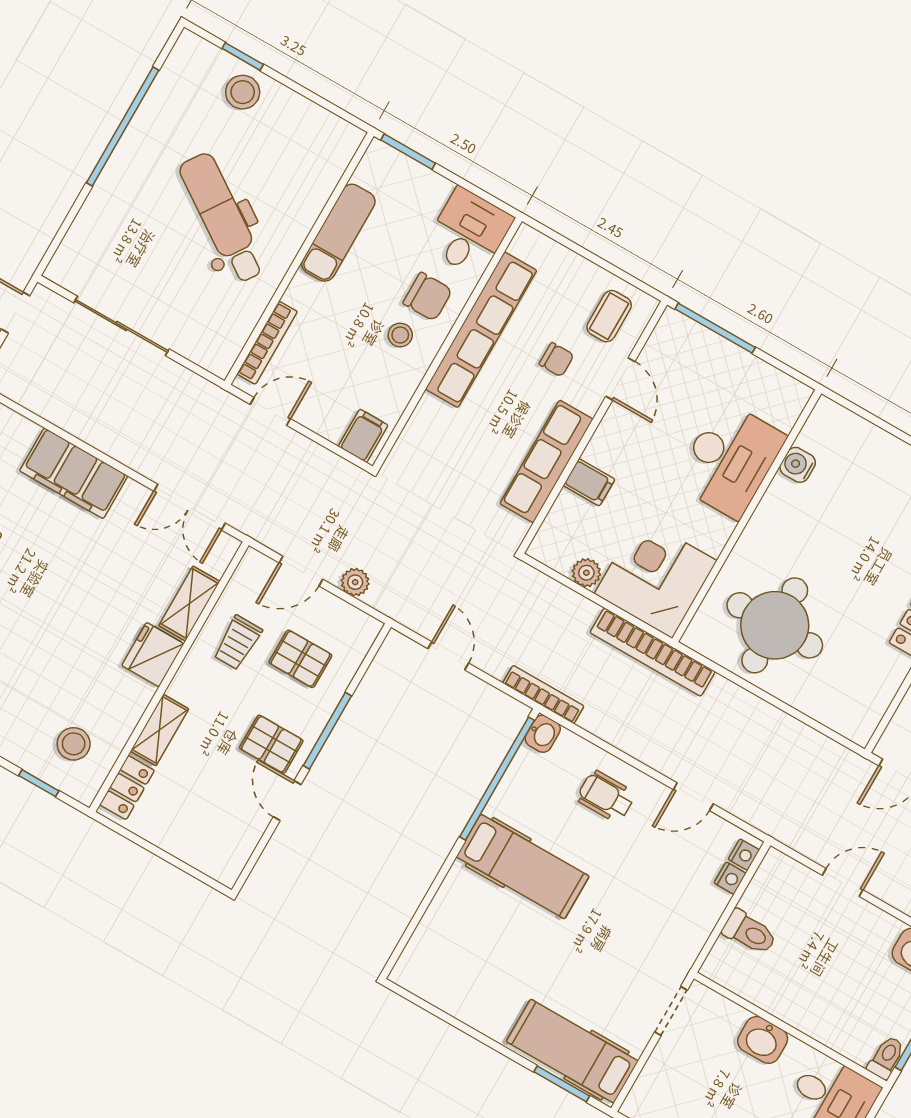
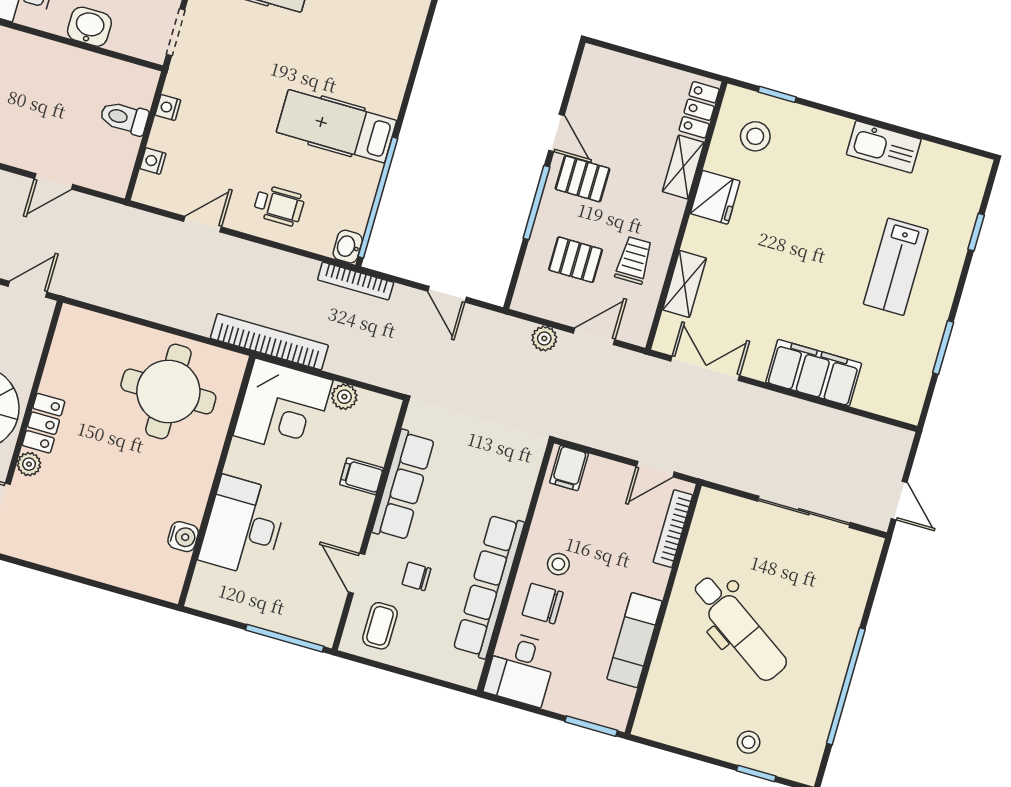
stool: (243, 92) -> (749, 742), width x0.73, depth x0.73
fridge: (153, 655) -> (715, 197), moved
nightstand: (744, 855) -> (168, 107), moved

